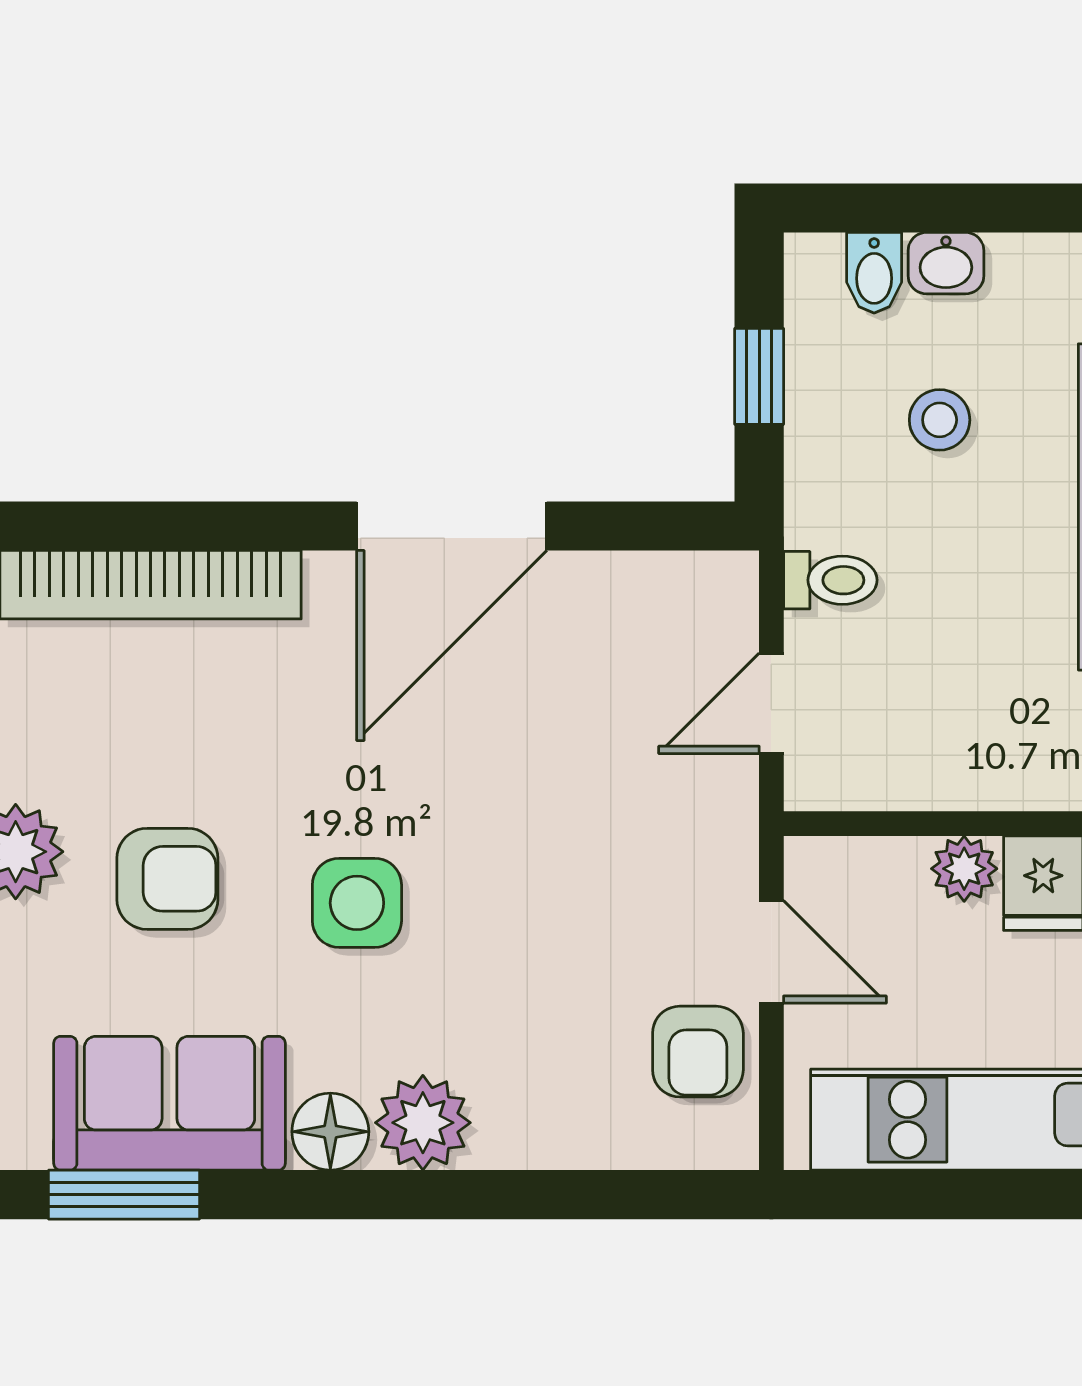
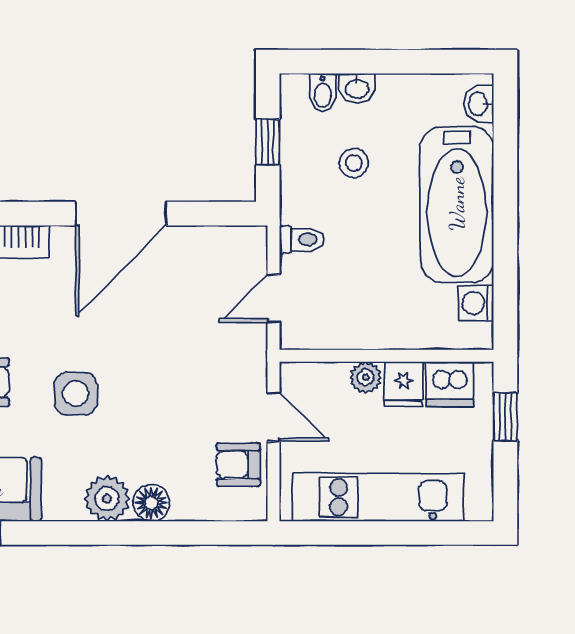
armchair: (698, 1052) -> (238, 465), turned 90
floor lamp: (330, 1132) -> (151, 503), moved

